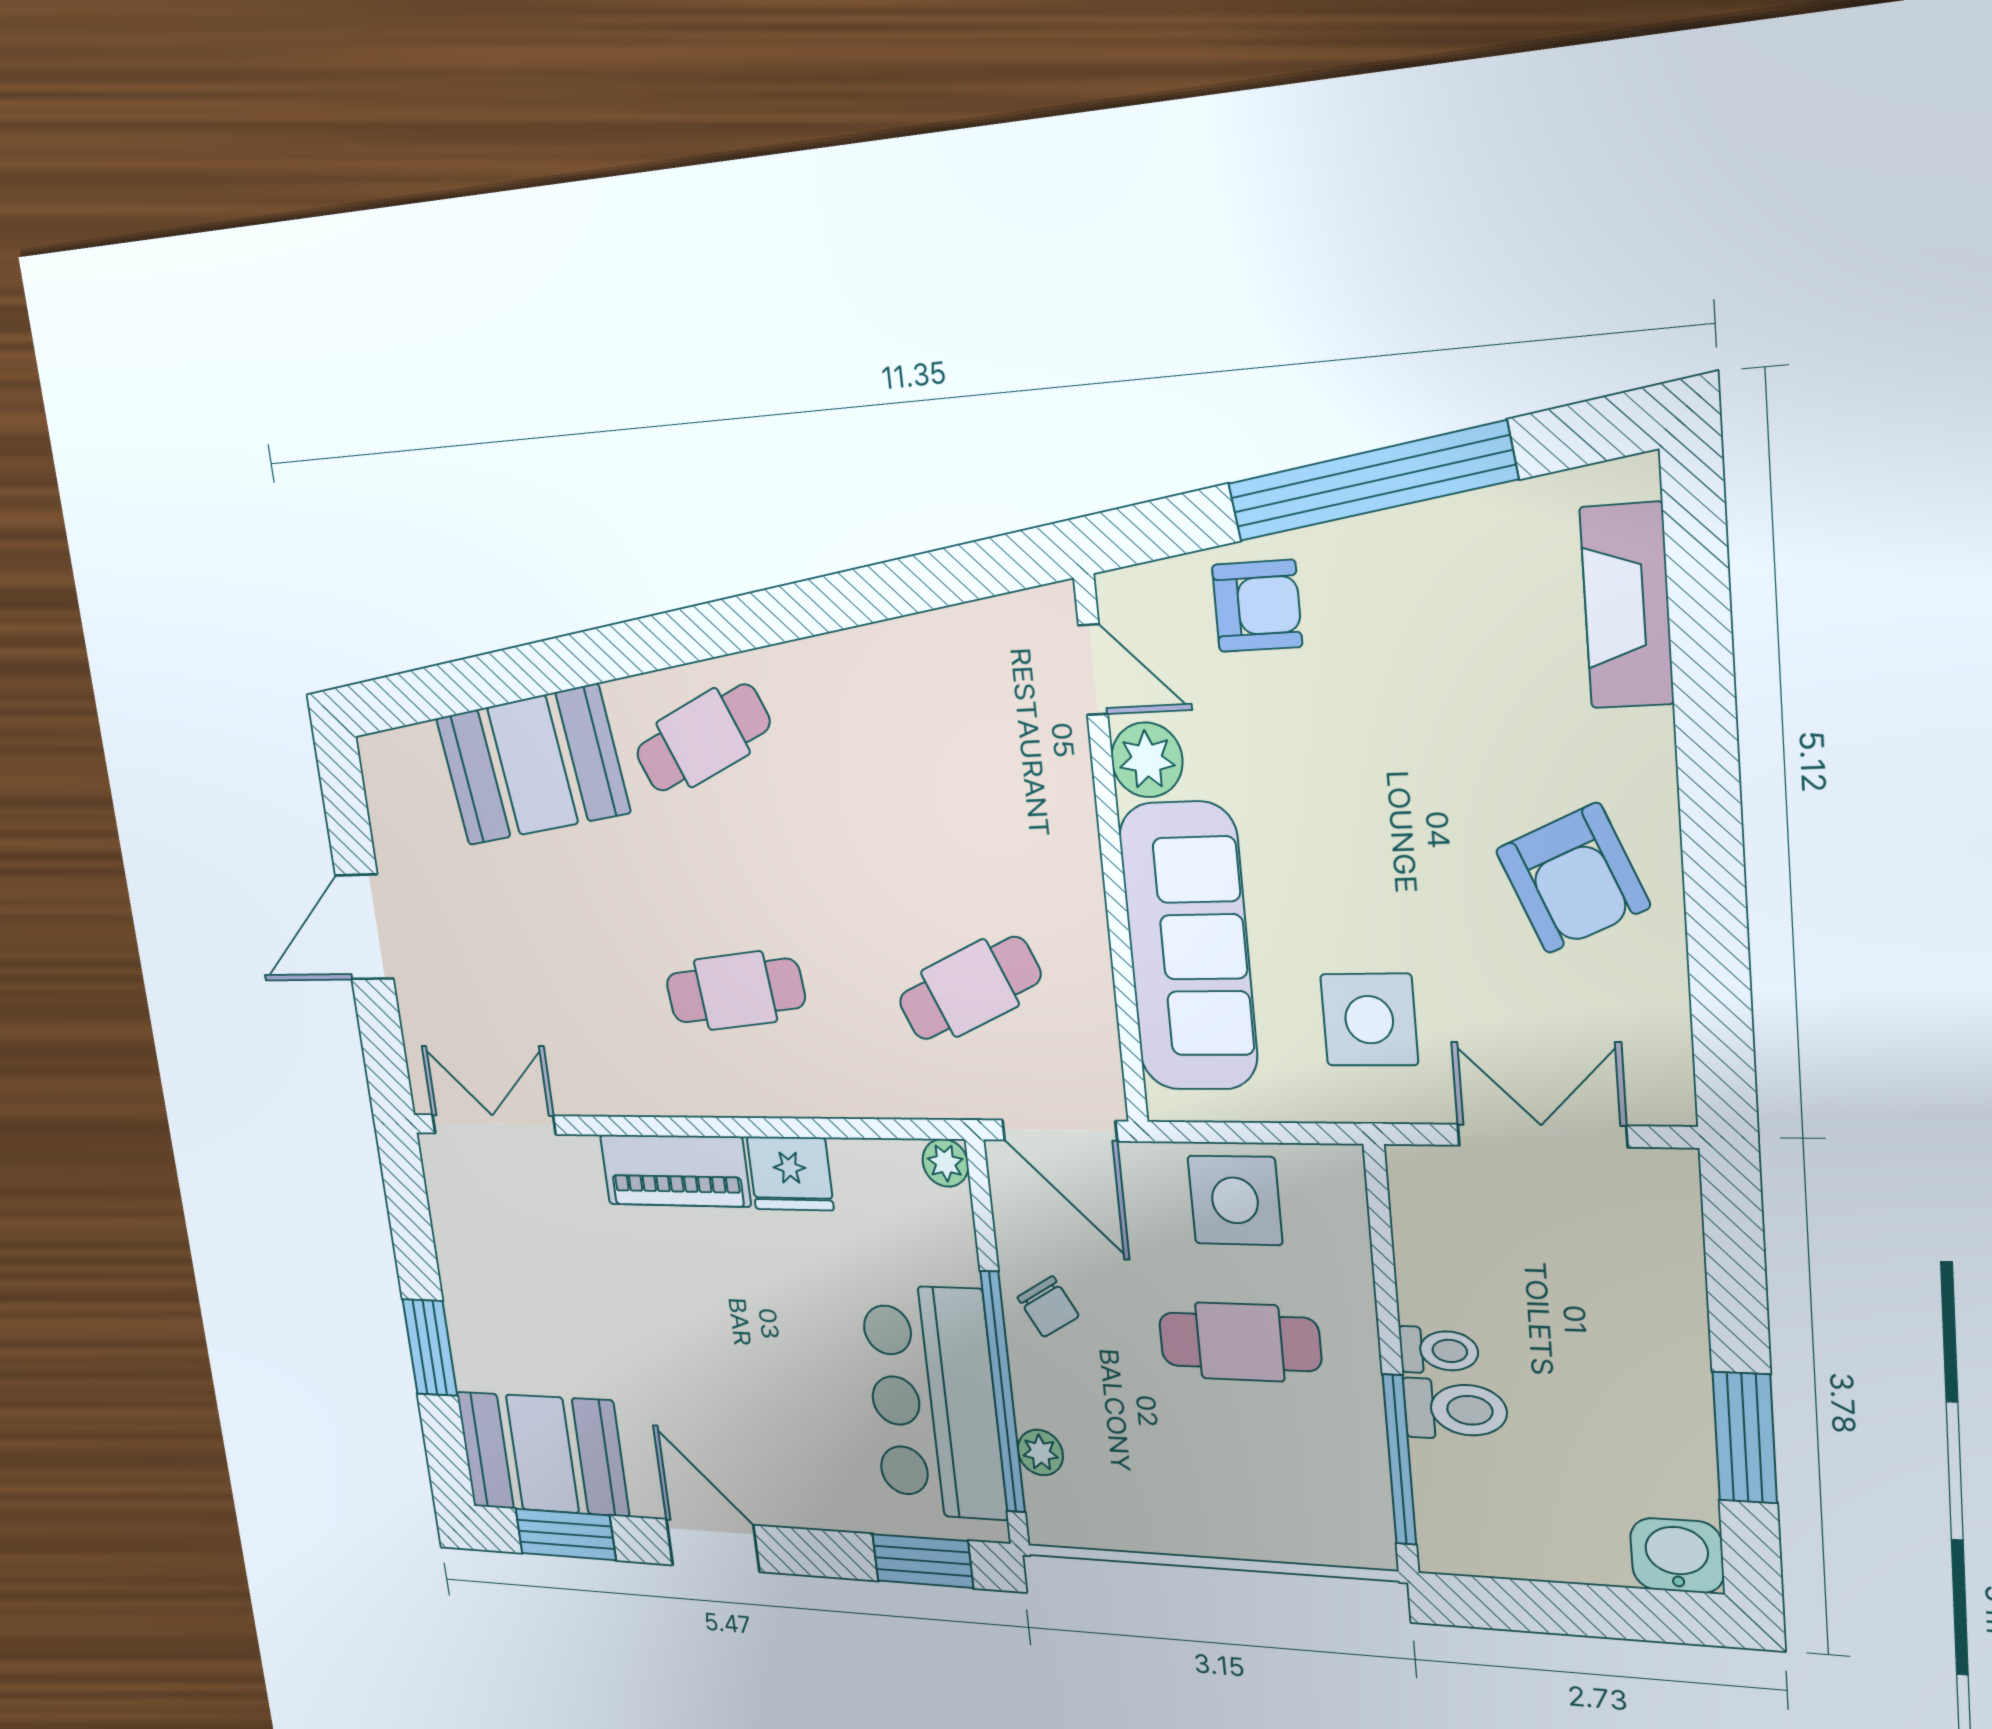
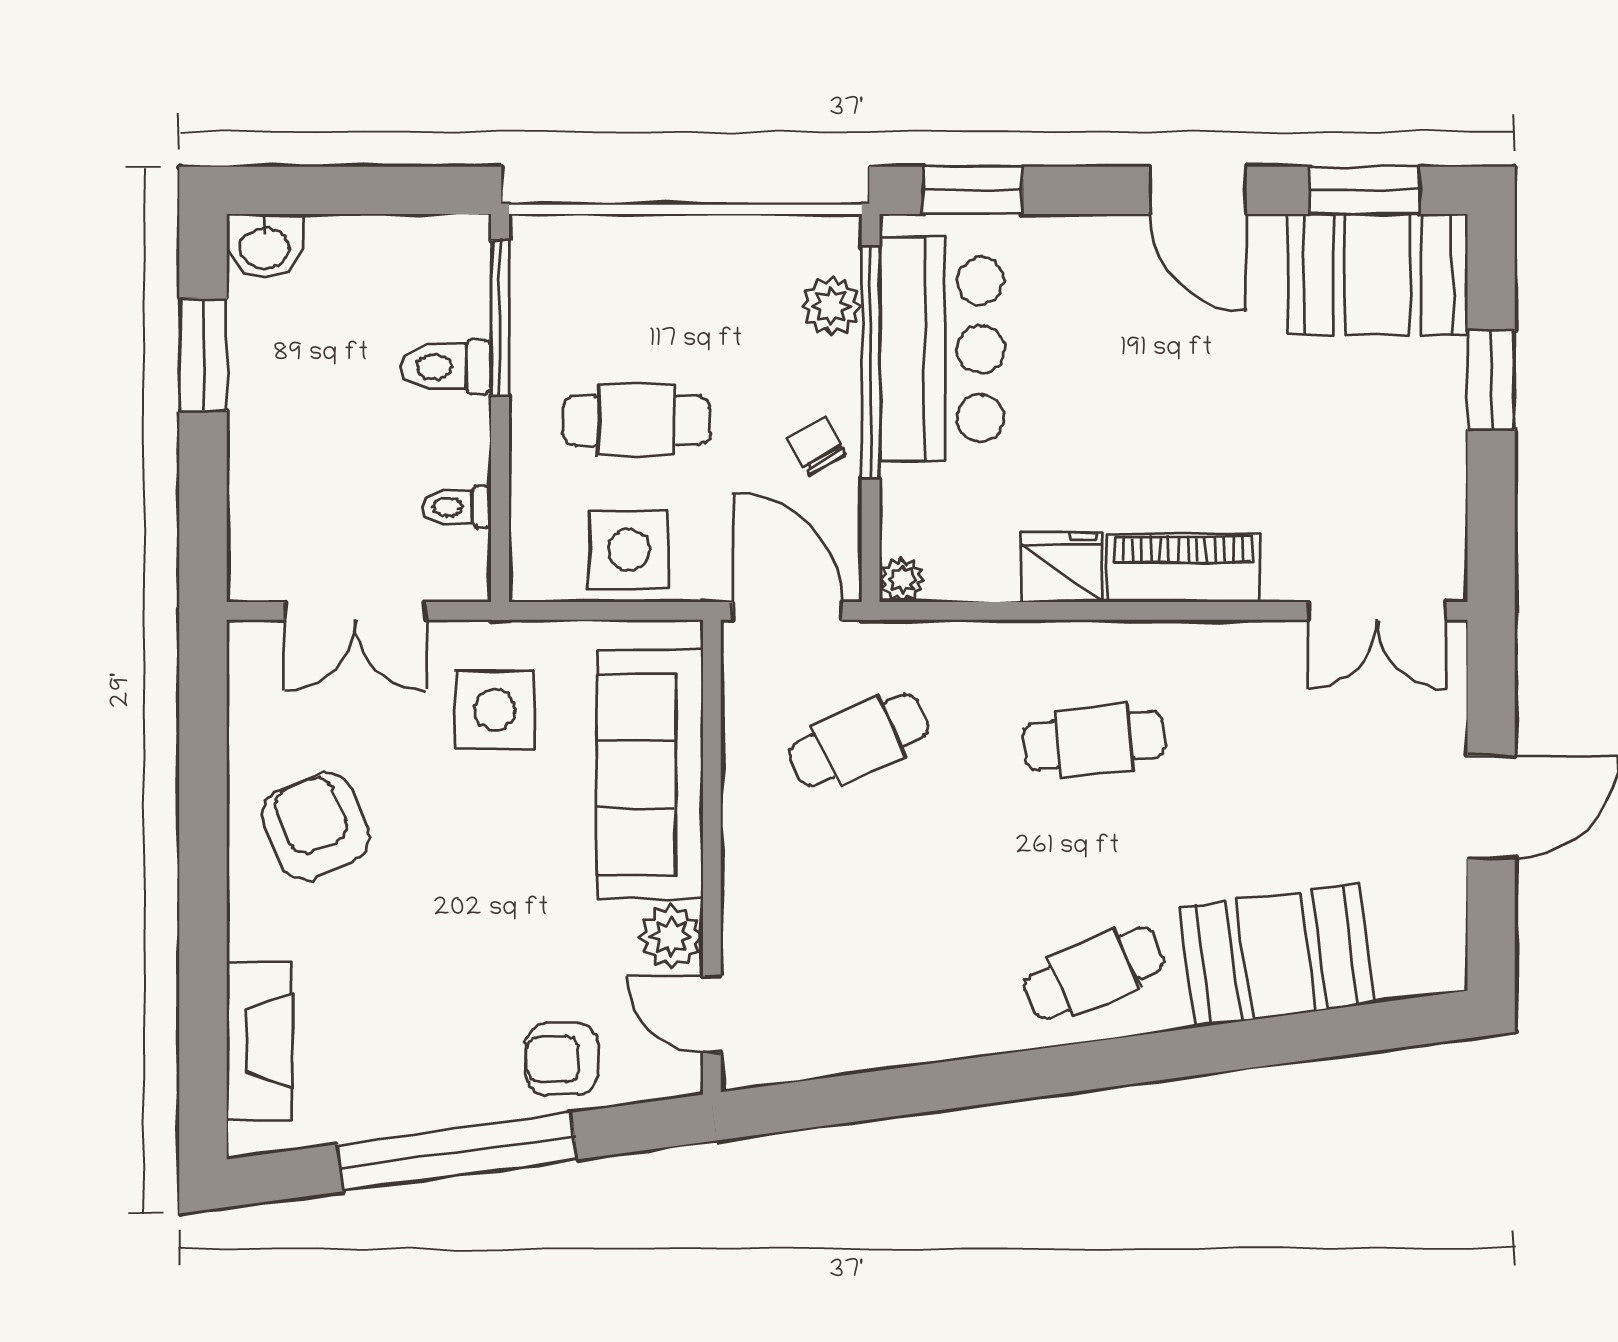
toilet: (1439, 1350) -> (457, 507), moved
plant: (1040, 1452) -> (831, 306), width x1.38, depth x1.38

